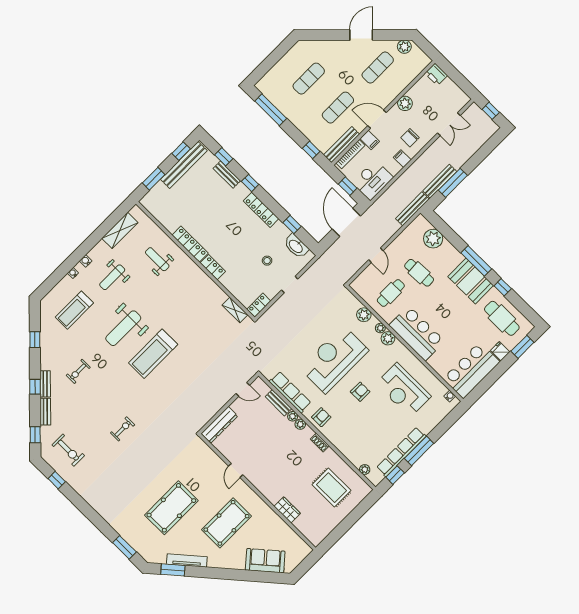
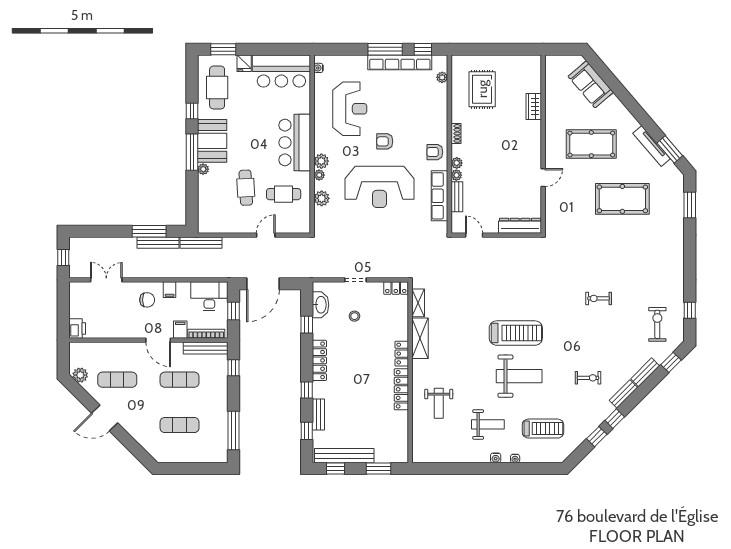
plant: (405, 103) -> (124, 330), removed
shelving: (120, 230) -> (420, 338), moved, turned 90
plant: (433, 239) -> (203, 169), moved, width x0.53, depth x0.53
window: (35, 387) -> (615, 419), moved

